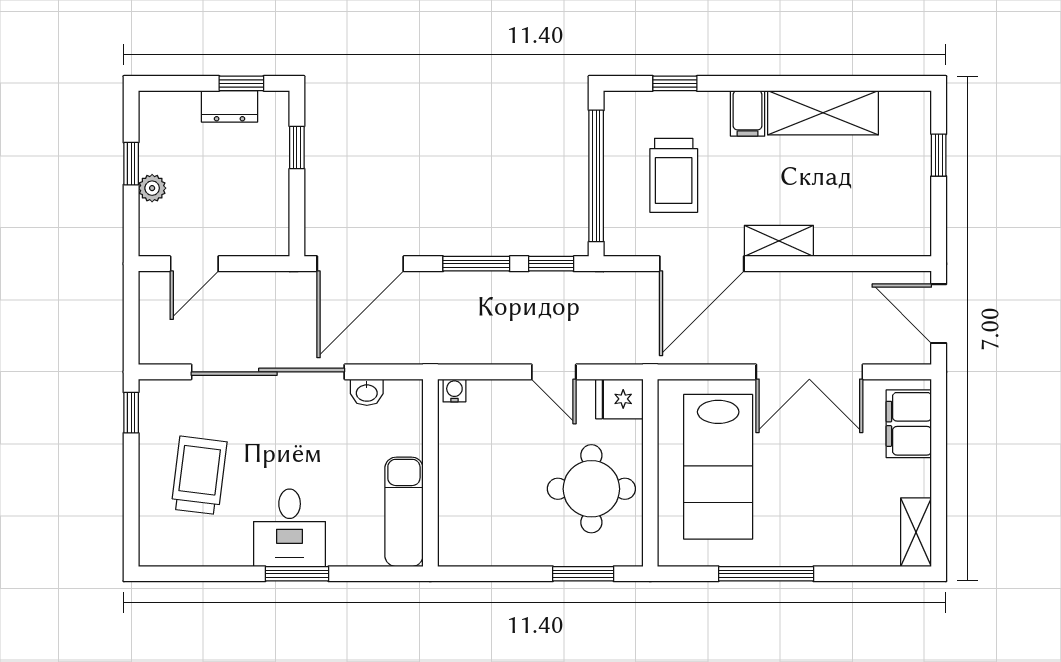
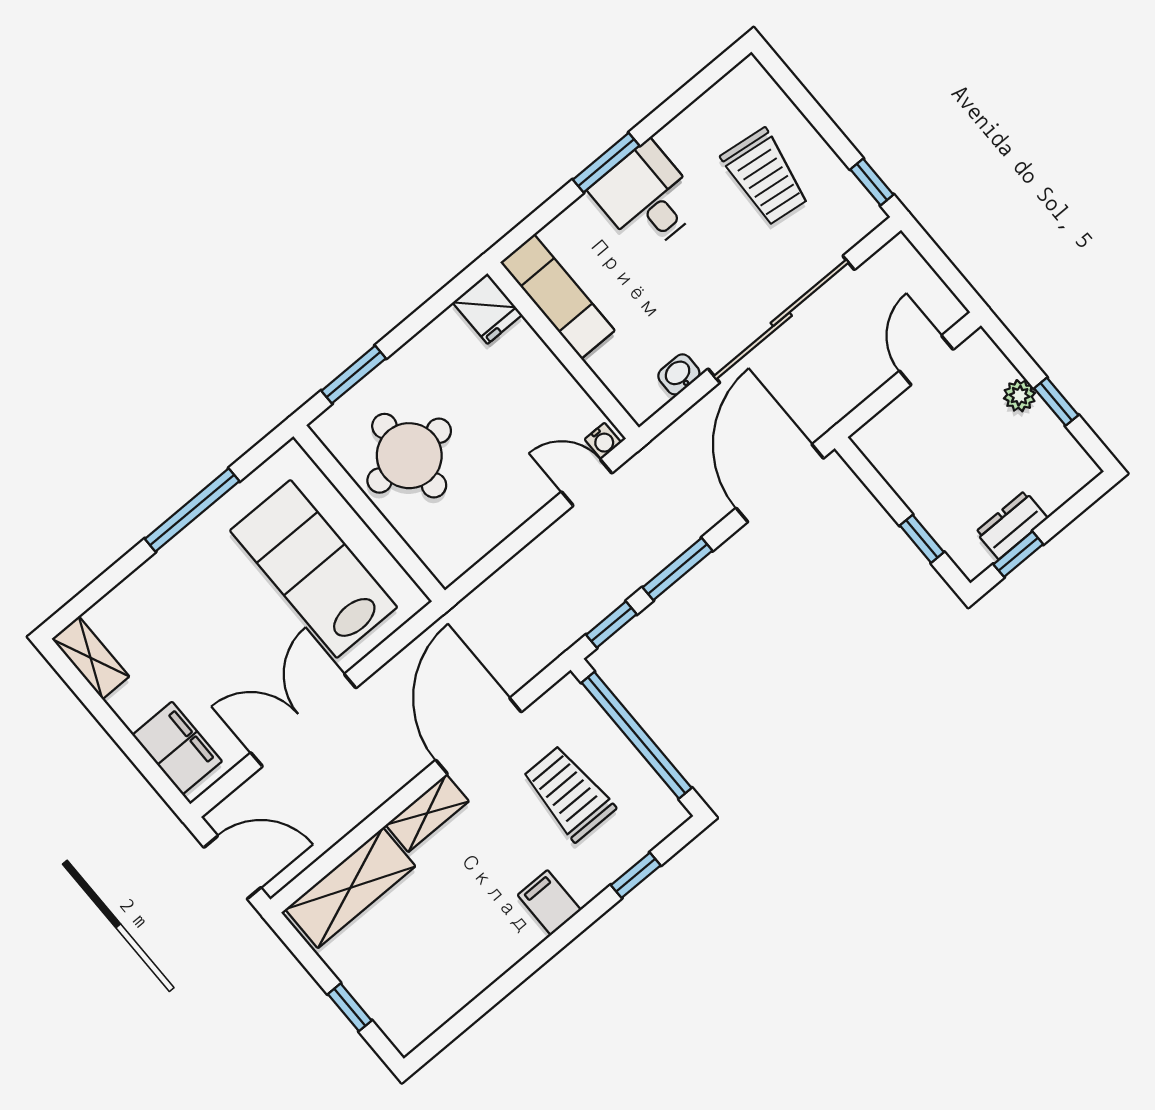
shelving: (823, 113) -> (350, 888), moved
door: (554, 372) -> (587, 483), moved
fridge: (619, 399) -> (487, 309), moved, turned 90

